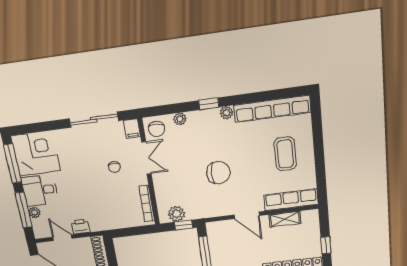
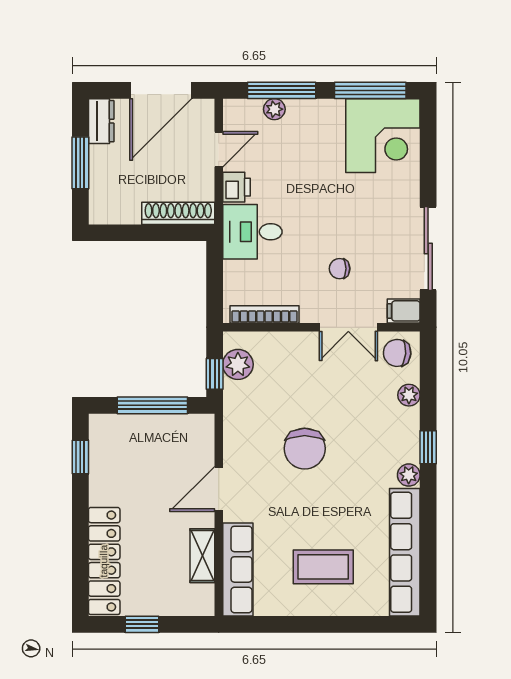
desk: (40, 190) -> (252, 232), moved, turned -90

